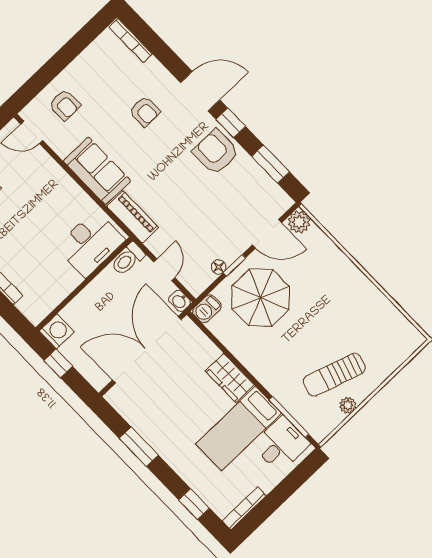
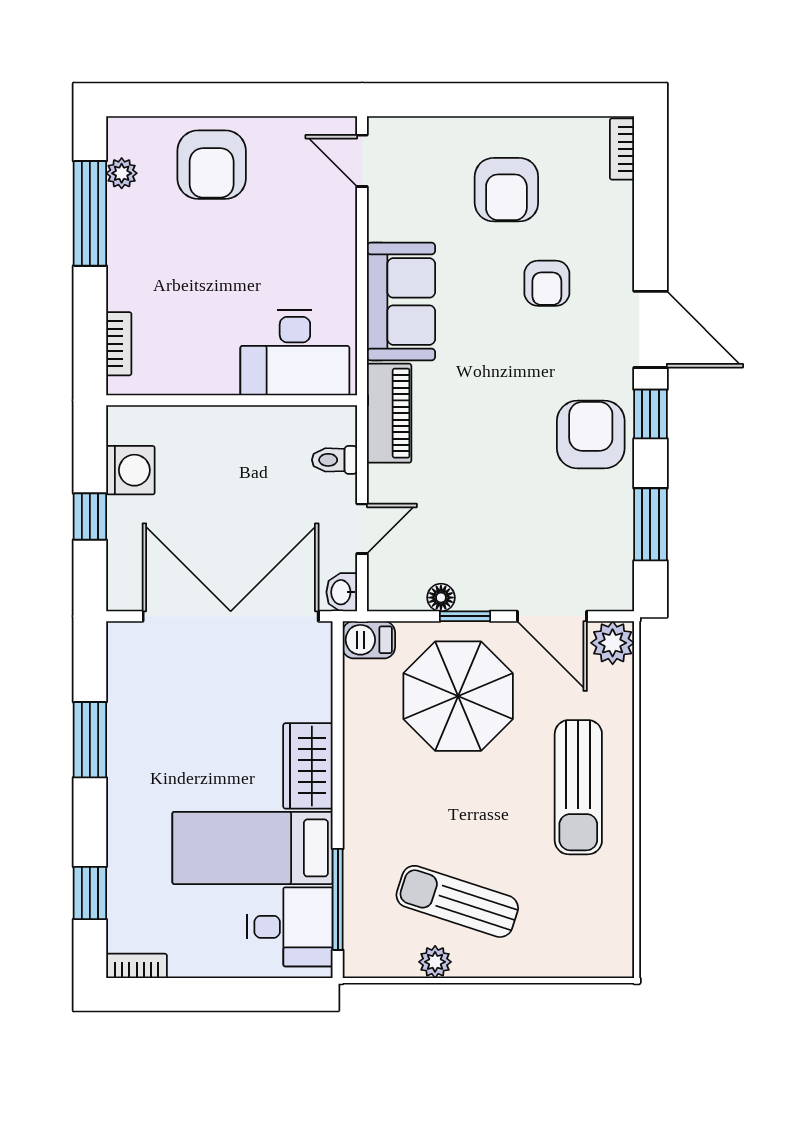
bookcase: (131, 41) -> (622, 149), width x0.64
armchair: (65, 105) -> (506, 190), moved, width x1.38, depth x1.38
desk: (90, 243) -> (295, 353), moved
toilet: (128, 259) -> (334, 460), width x0.73, depth x0.72
wall: (84, 284) -> (232, 400), moved
sun lounger: (338, 288) -> (578, 787), added
bookcase: (244, 508) -> (137, 966), width x0.64

